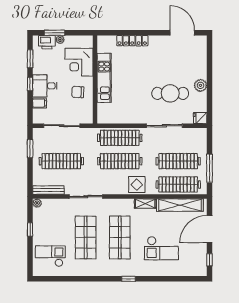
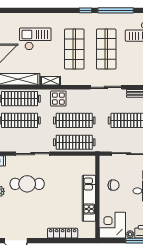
corner desk: (79, 62) -> (112, 225), moved, turned -90
window: (76, 279) -> (116, 10), added
window: (129, 279) -> (85, 10), moved

